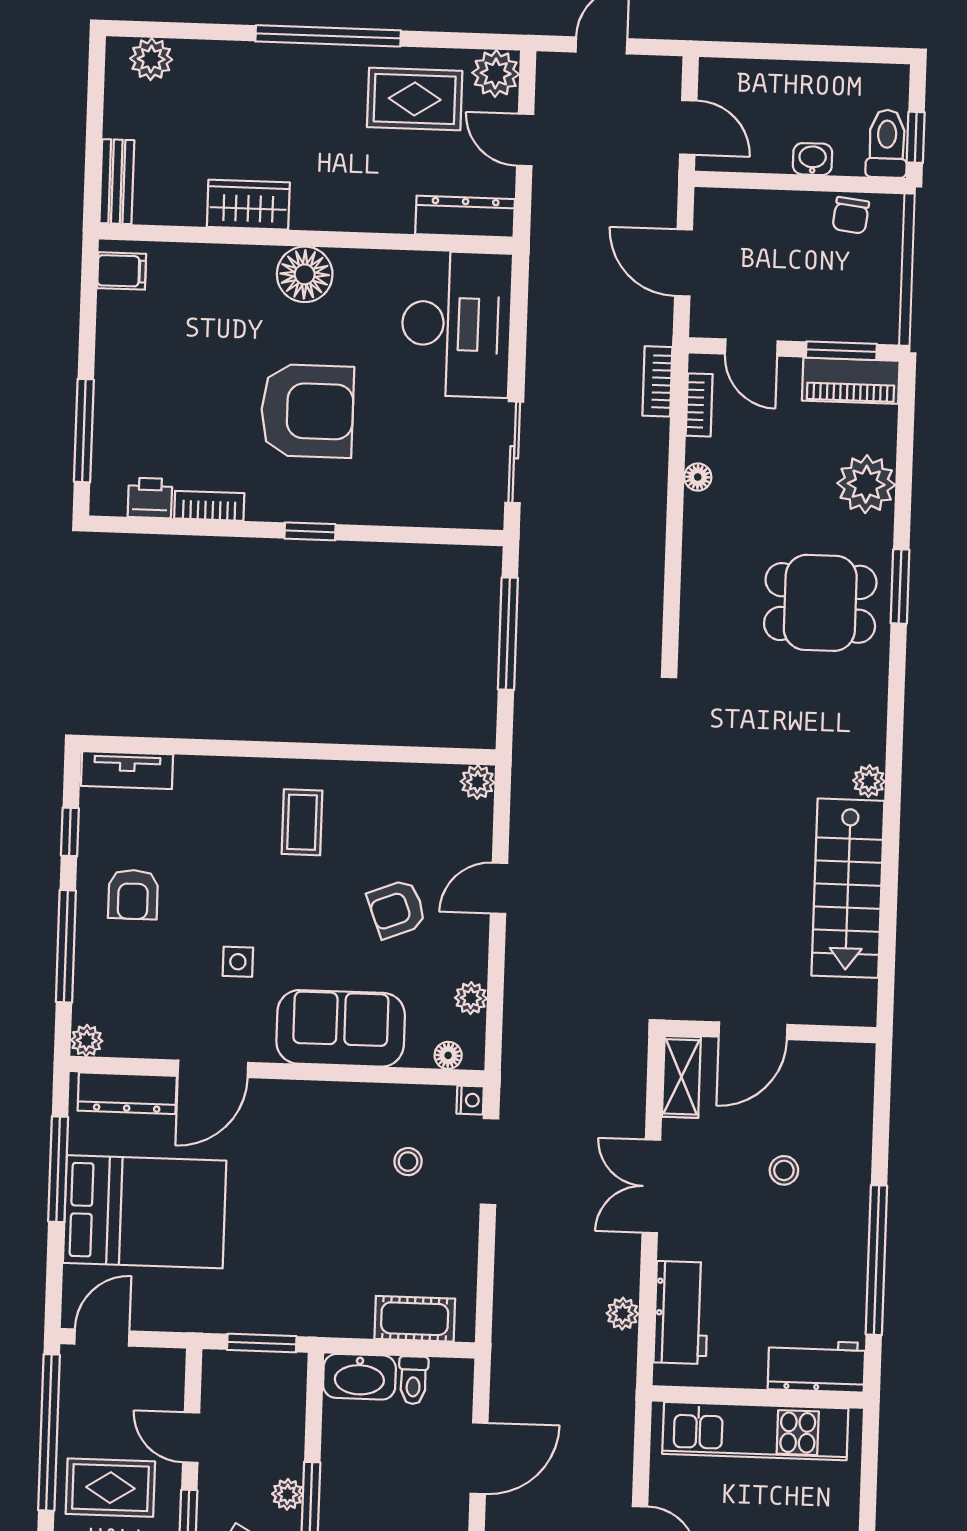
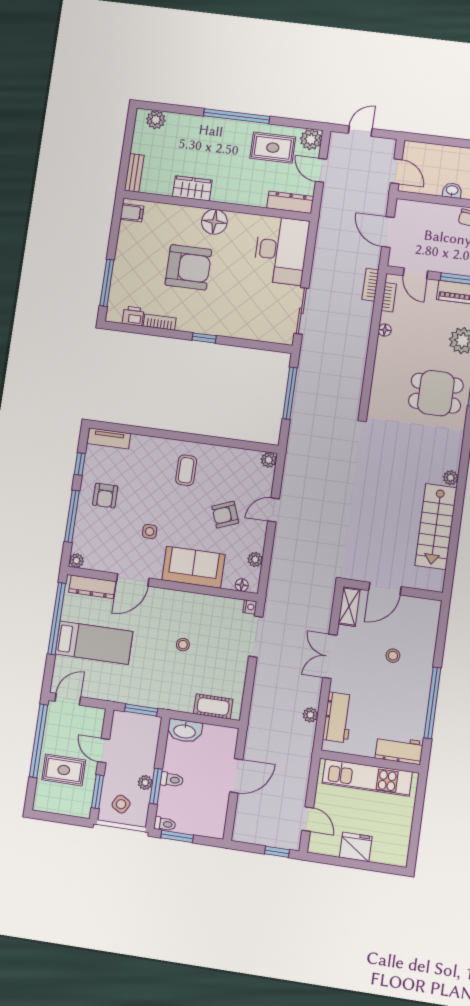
armchair: (307, 411) -> (188, 267), moved
stool: (408, 1162) -> (183, 645), moved
window: (58, 1169) -> (57, 619), width x1.46
bed: (145, 1212) -> (94, 643), width x0.67
toilet: (413, 1380) -> (172, 780), moved, turned -90

